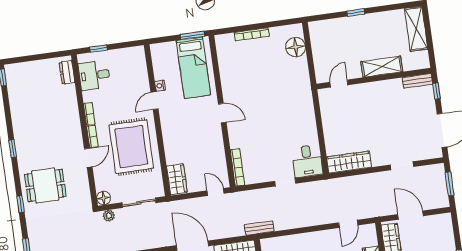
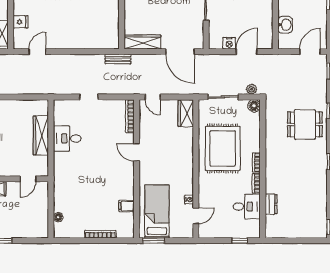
floor lamp: (296, 47) -> (58, 217), width x0.53, depth x0.53
filing cabinet: (227, 69) -> (127, 206), added
dresser: (67, 72) -> (271, 204), moved
desk: (94, 75) -> (247, 207), moved
door: (155, 101) -> (196, 216), moved
door: (222, 113) -> (137, 153), moved
door: (88, 158) -> (263, 144), removed
desk: (307, 161) -> (67, 138), moved, turned -90
wardrobe: (349, 162) -> (41, 135), moved, turned 90

